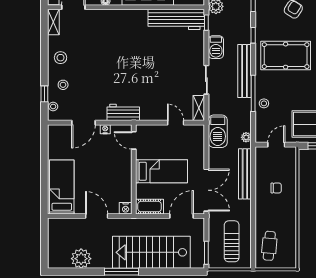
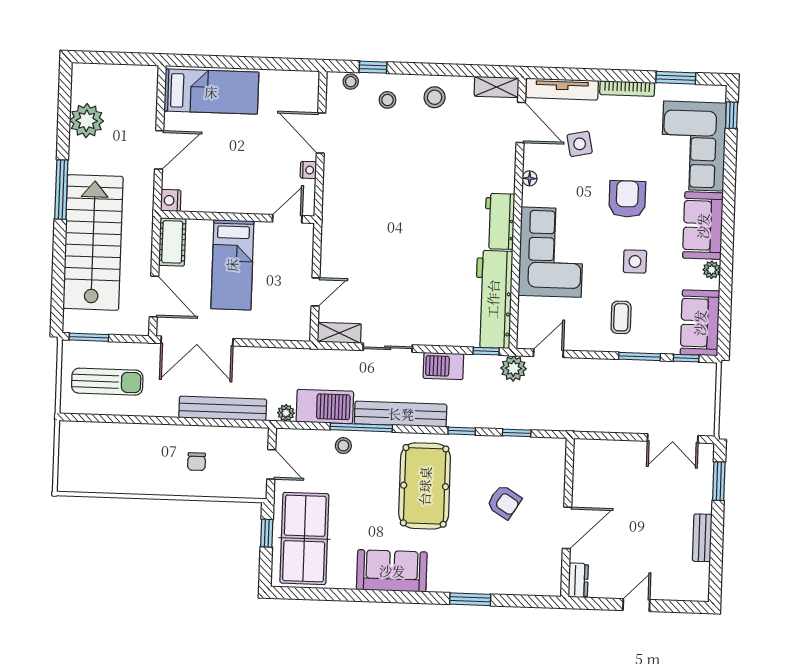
workbench: (123, 112) -> (500, 221), moved, turned 180
barbecue: (218, 131) -> (325, 406), moved, turned 180
cafe table: (269, 246) -> (97, 446), removed

